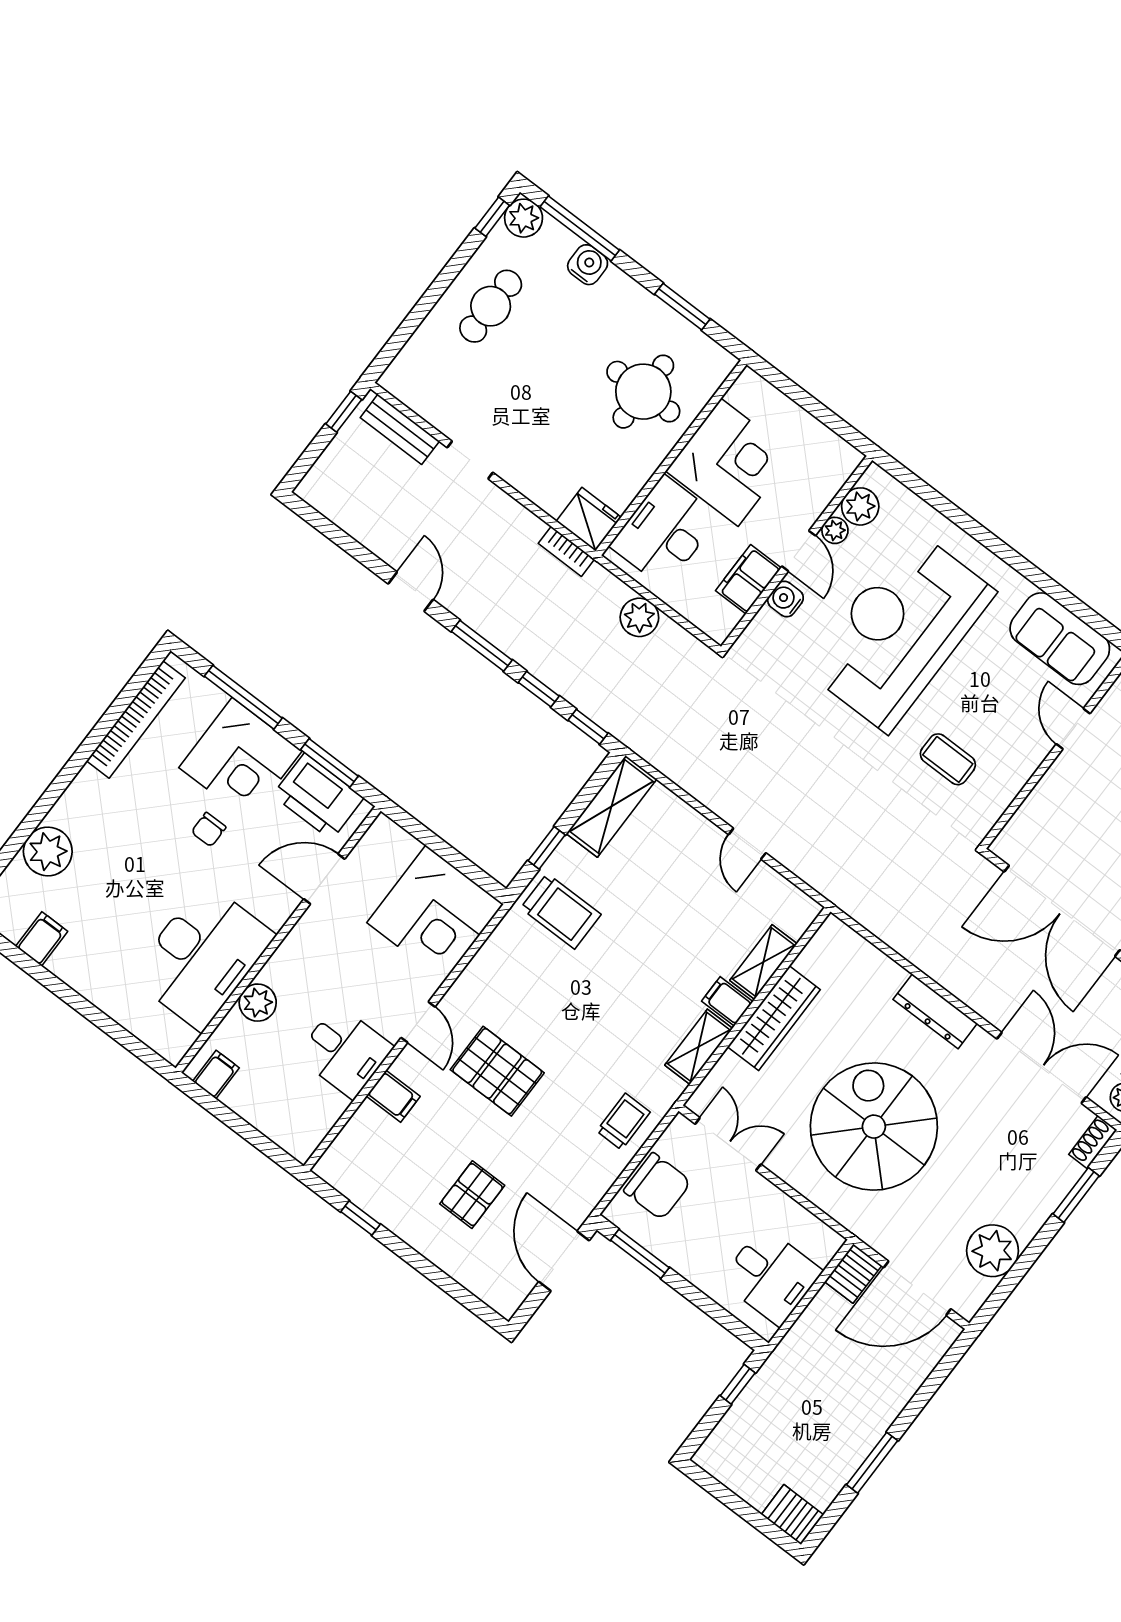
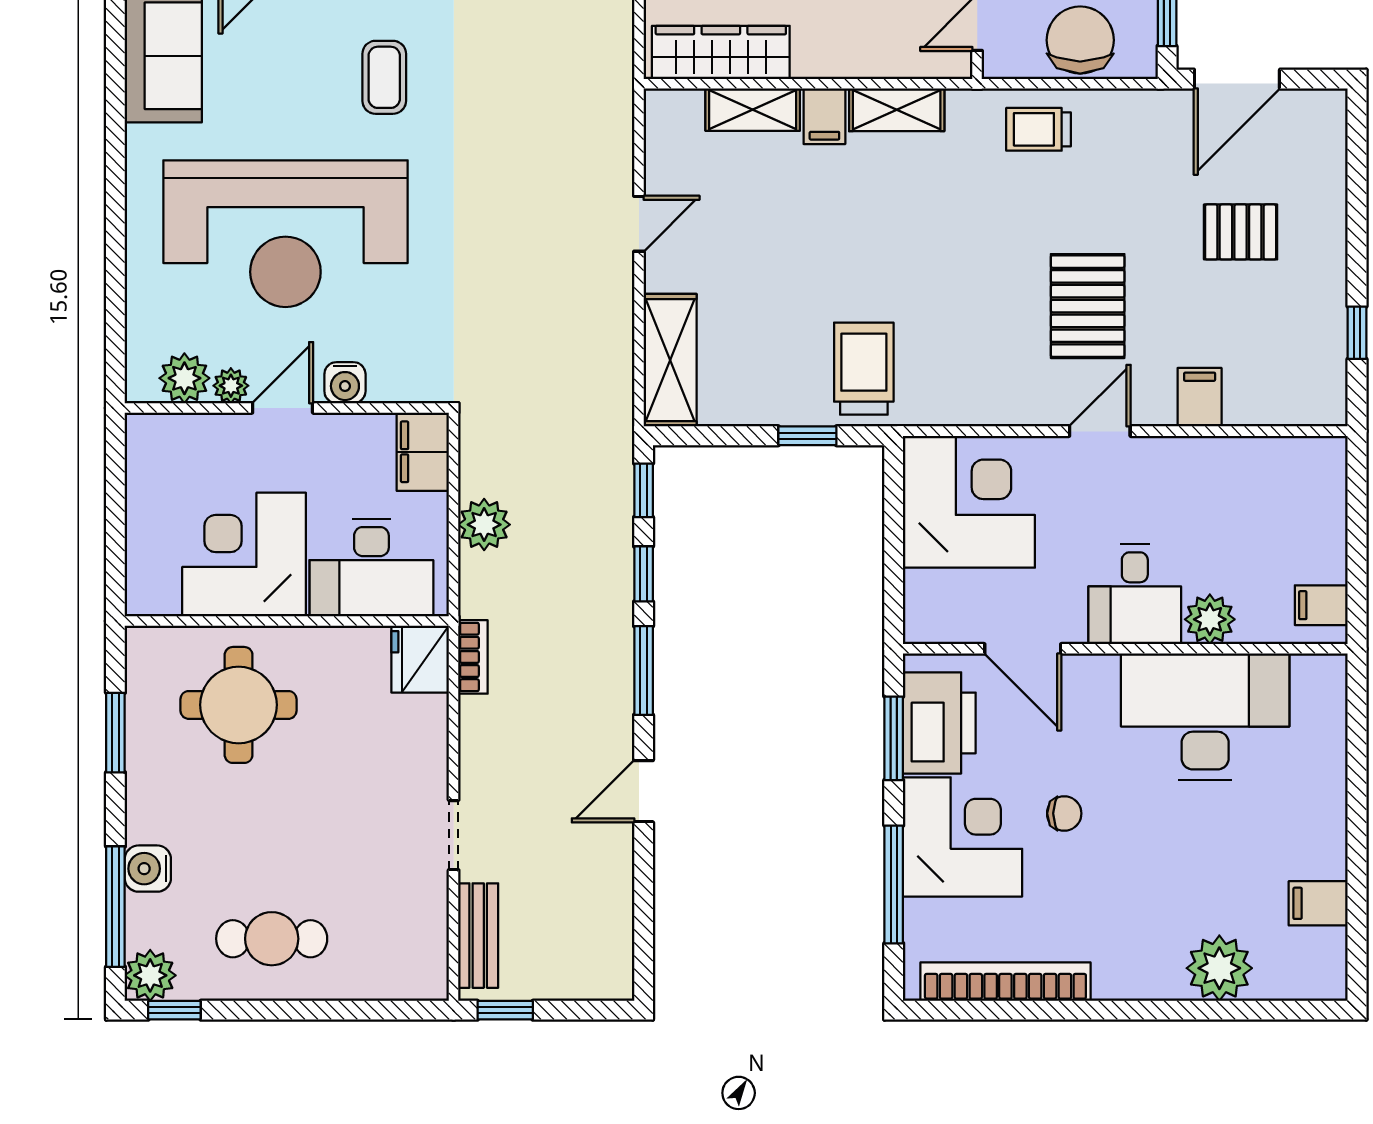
filing cabinet: (748, 579) -> (423, 452), moved, turned 90
shelving: (611, 806) -> (670, 360), moved, turned 90
wardrobe: (774, 1018) -> (721, 52), moved
desk: (345, 1052) -> (1135, 594), moved, turned 180

